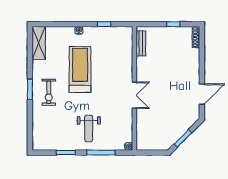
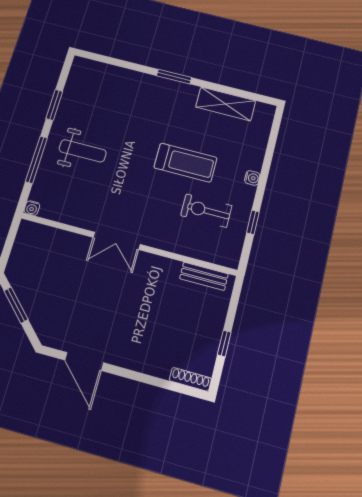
shelving: (39, 43) -> (226, 104), moved
treadmill: (80, 69) -> (185, 163), width x0.73, depth x0.73
exercise bike: (49, 92) -> (206, 211), moved
weight bench: (89, 128) -> (83, 151), turned 180

